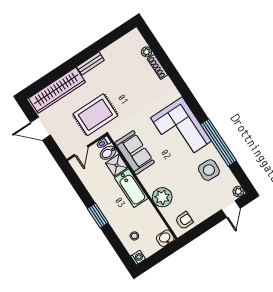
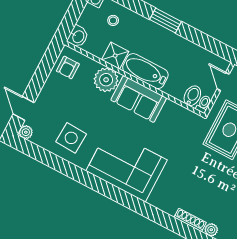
window: (218, 142) -> (78, 174), removed
sofa: (135, 153) -> (139, 99), moved
shower: (117, 165) -> (115, 56), moved

